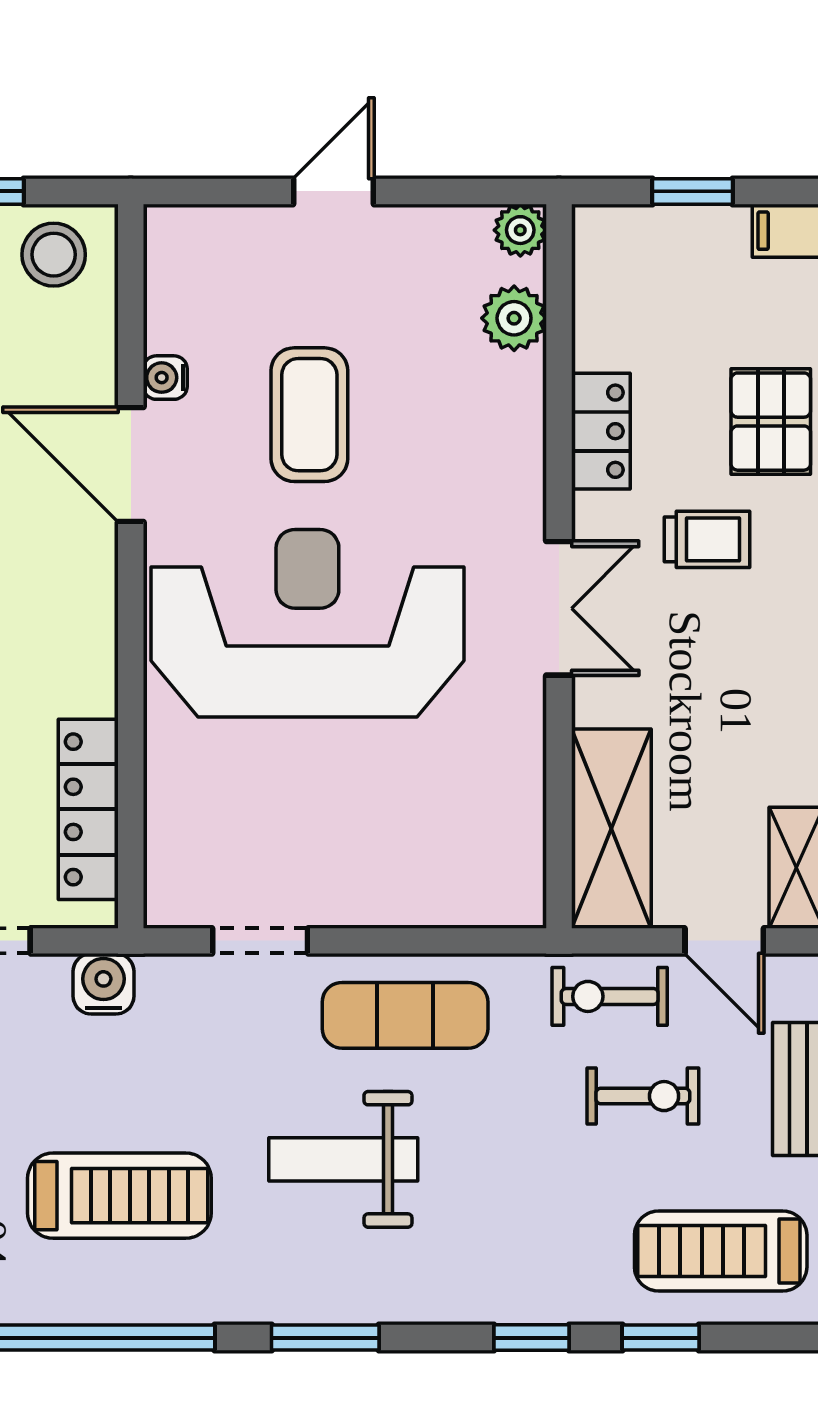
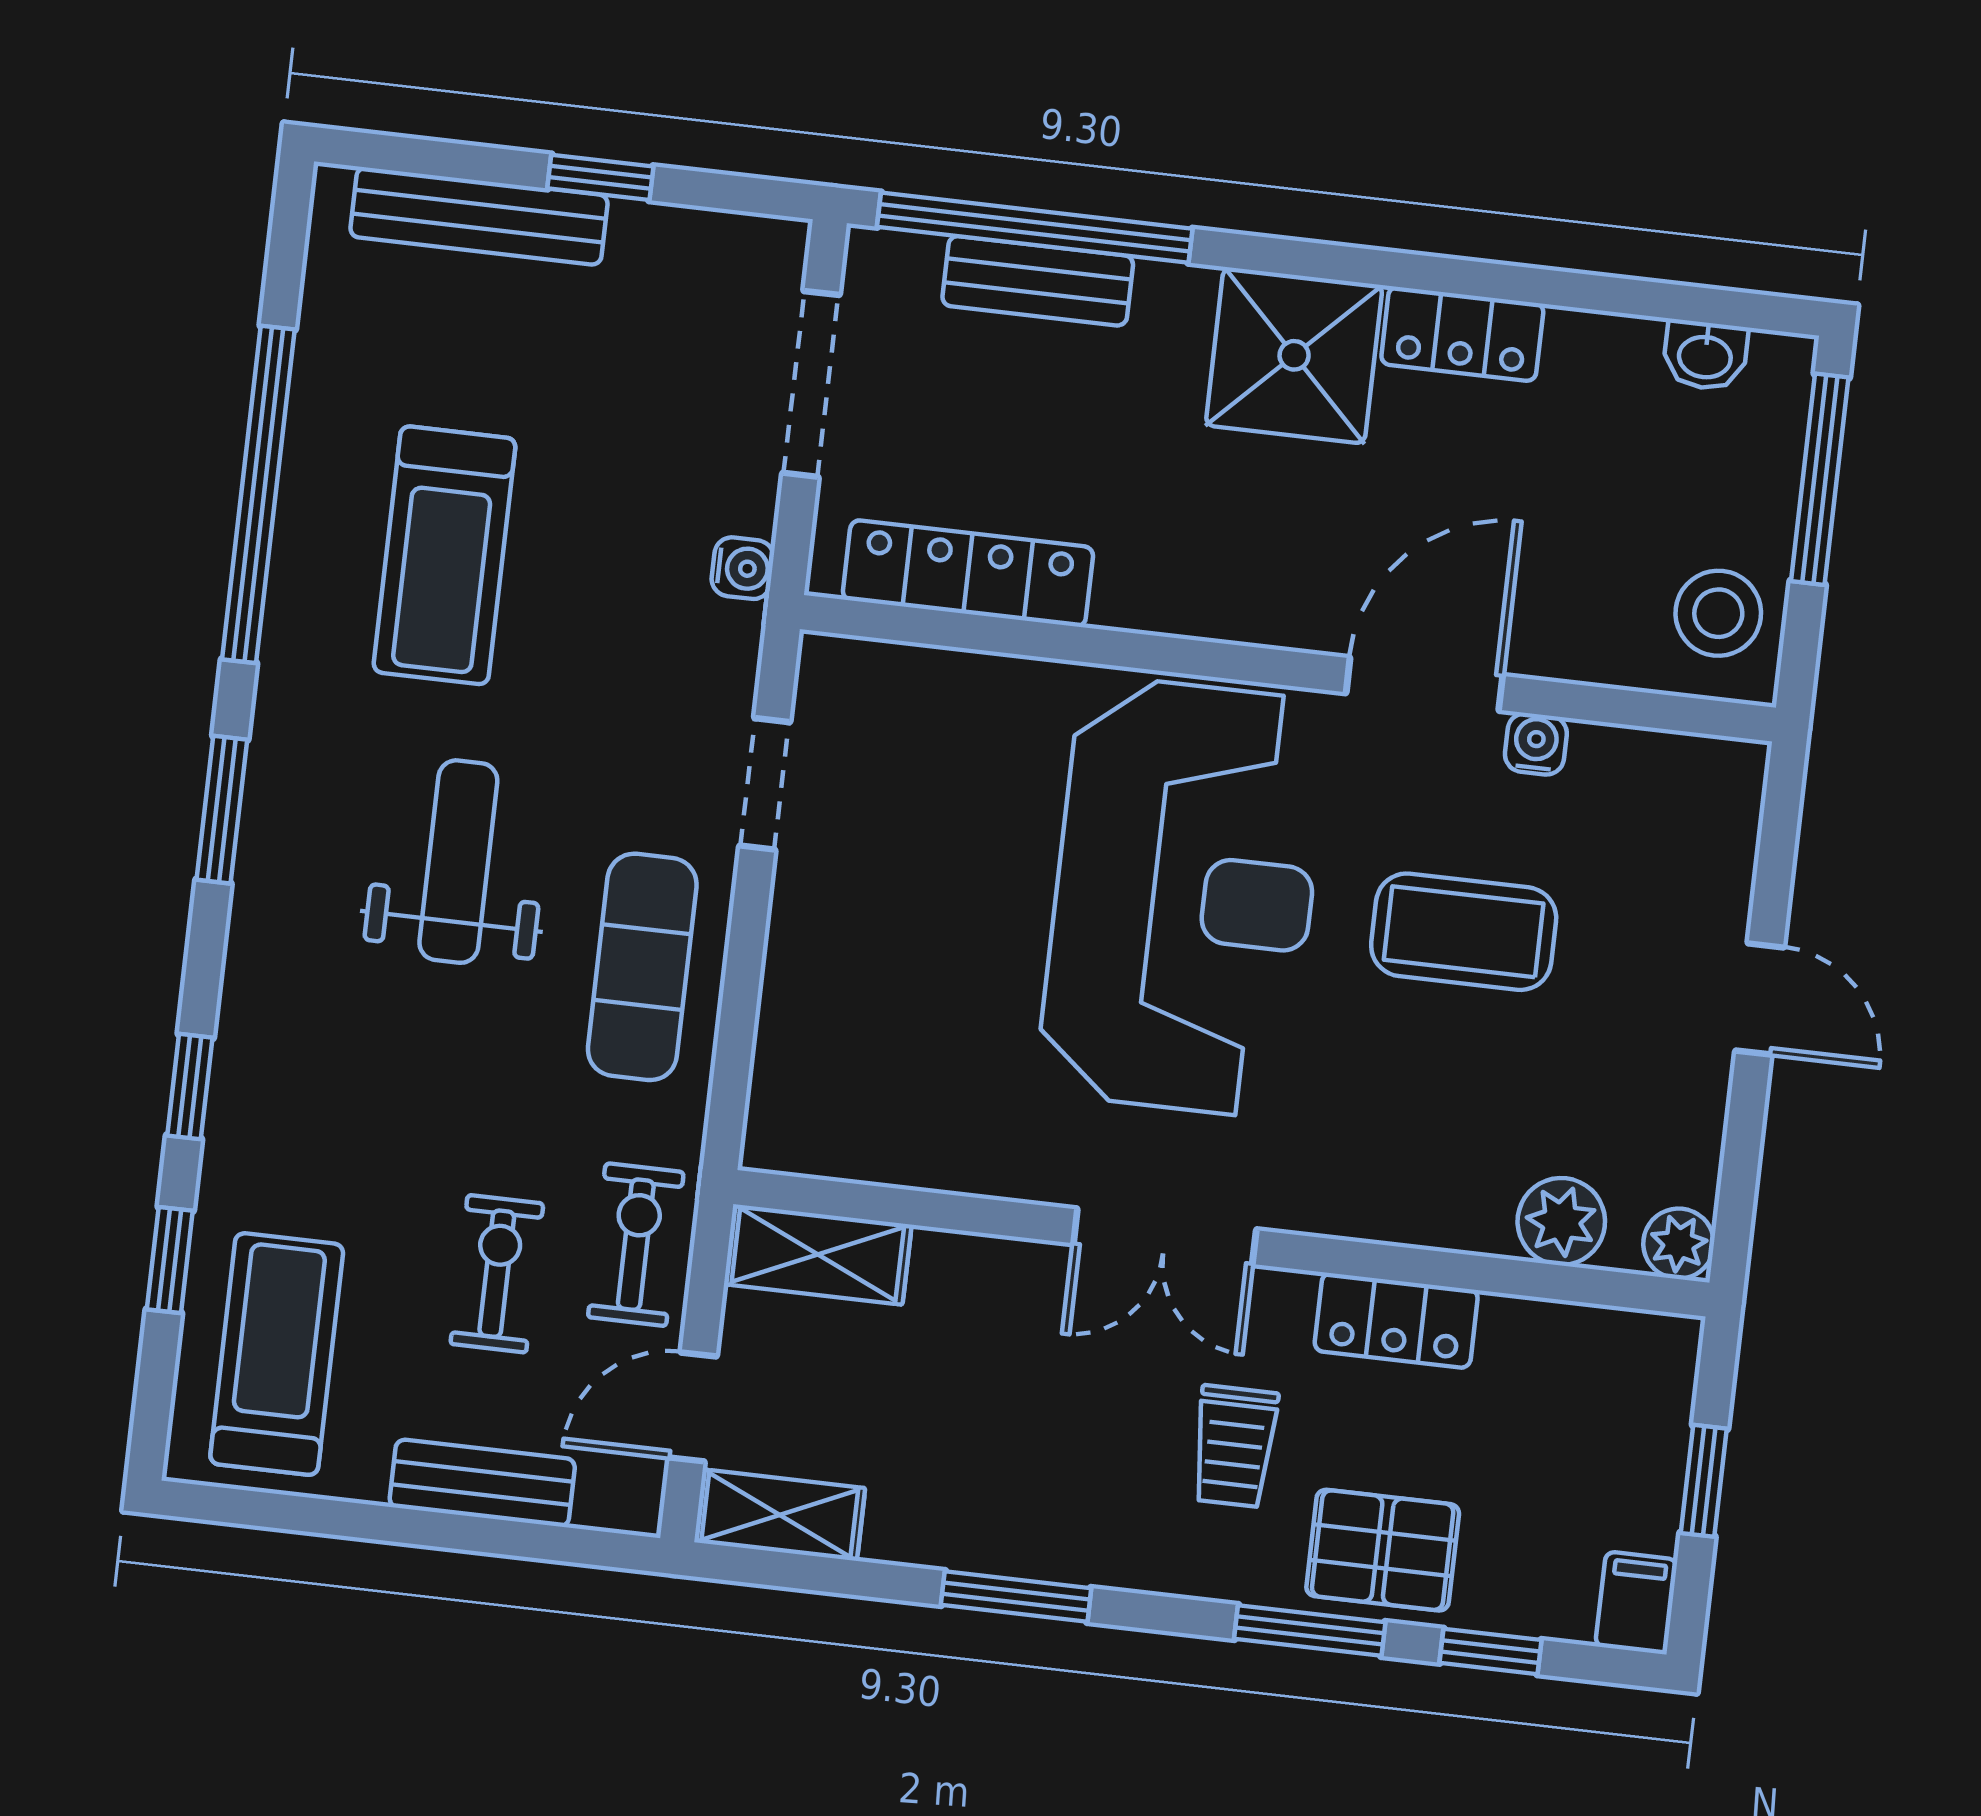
shelving: (611, 829) -> (818, 1254), width x0.67, depth x0.75
water cooler: (103, 984) -> (743, 568), width x0.72, depth x0.72
exercise bike: (643, 1096) -> (497, 1274), turned 180

